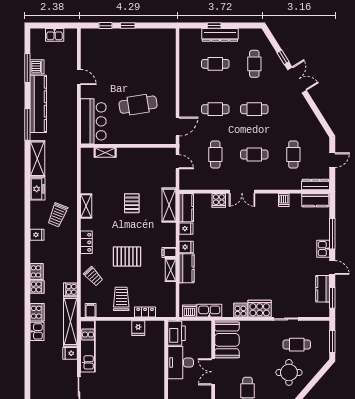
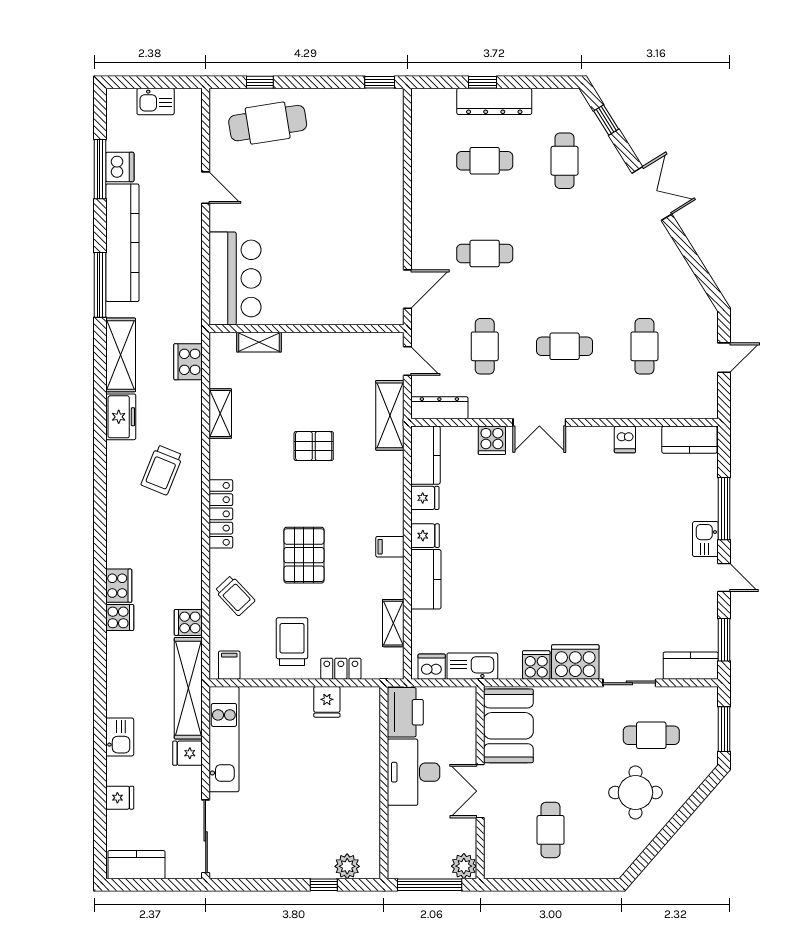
window: (128, 26) -> (380, 82), moved
window: (283, 57) -> (606, 120), moved
cafe table: (138, 105) -> (268, 123), moved
cafe table: (254, 109) -> (565, 254), removed
dresser: (315, 185) -> (439, 408), moved
pallet: (132, 203) -> (314, 446), turned 90
shelving: (169, 205) -> (390, 415), moved
shelving: (86, 206) -> (220, 414), moved
fridge: (37, 235) -> (120, 798), moved
locker: (86, 242) -> (221, 514), width x1.53
pallet: (127, 257) -> (304, 555), turned 90
shelving: (171, 270) -> (393, 623), moved
kitchen counter: (323, 289) -> (691, 666), moved, turned 90
cooker: (37, 312) -> (188, 362), moved, turned 180
kitchen sink: (37, 331) -> (120, 737), moved

